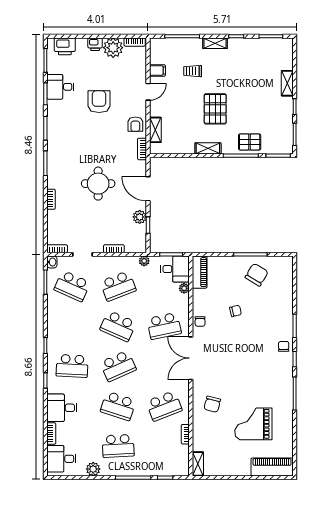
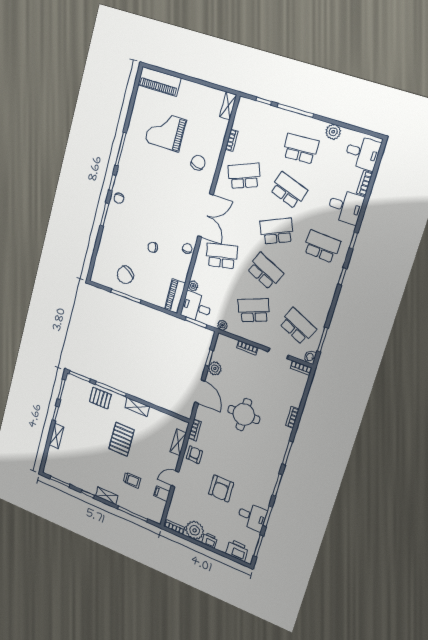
grand piano: (253, 424) -> (165, 131), turned 180

